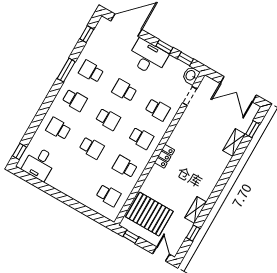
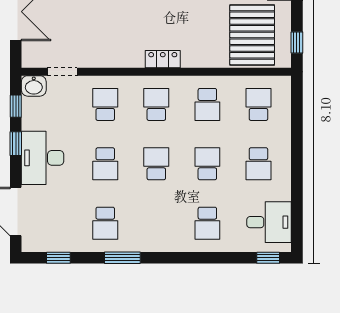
school desk: (75, 100) -> (258, 164), moved, turned 180

